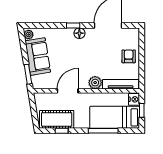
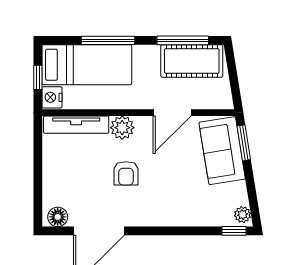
window: (73, 25) -> (234, 231), moved
floor lamp: (79, 33) -> (58, 217), moved
sofa: (38, 56) -> (222, 151), moved
armchair: (129, 56) -> (126, 173), moved
window: (62, 131) -> (183, 40), width x2.17

